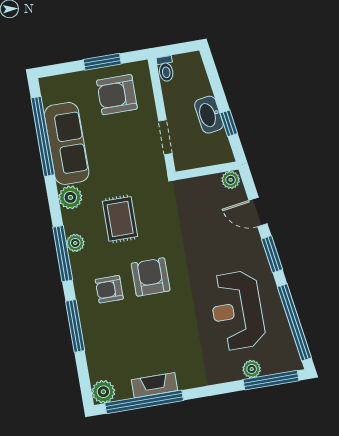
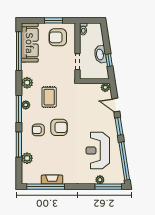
sofa: (67, 143) -> (30, 43), moved
armchair: (151, 277) -> (59, 127), turned 90
plant: (103, 392) -> (27, 158), moved

